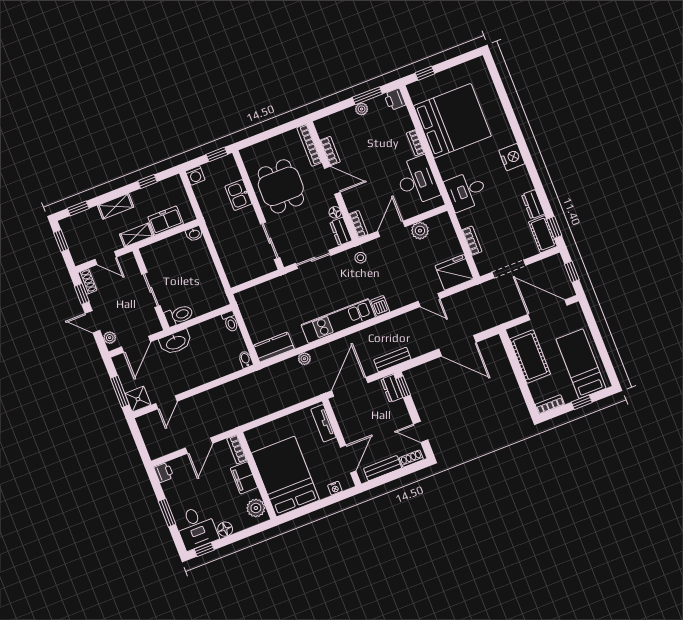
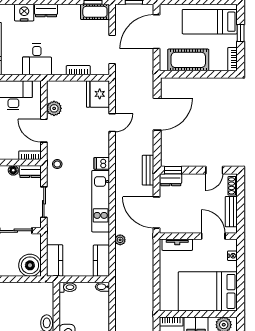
dresser: (533, 204) -> (46, 10), moved
boiler: (238, 271) -> (30, 265), added
kitchen counter: (254, 296) -> (55, 261), added

